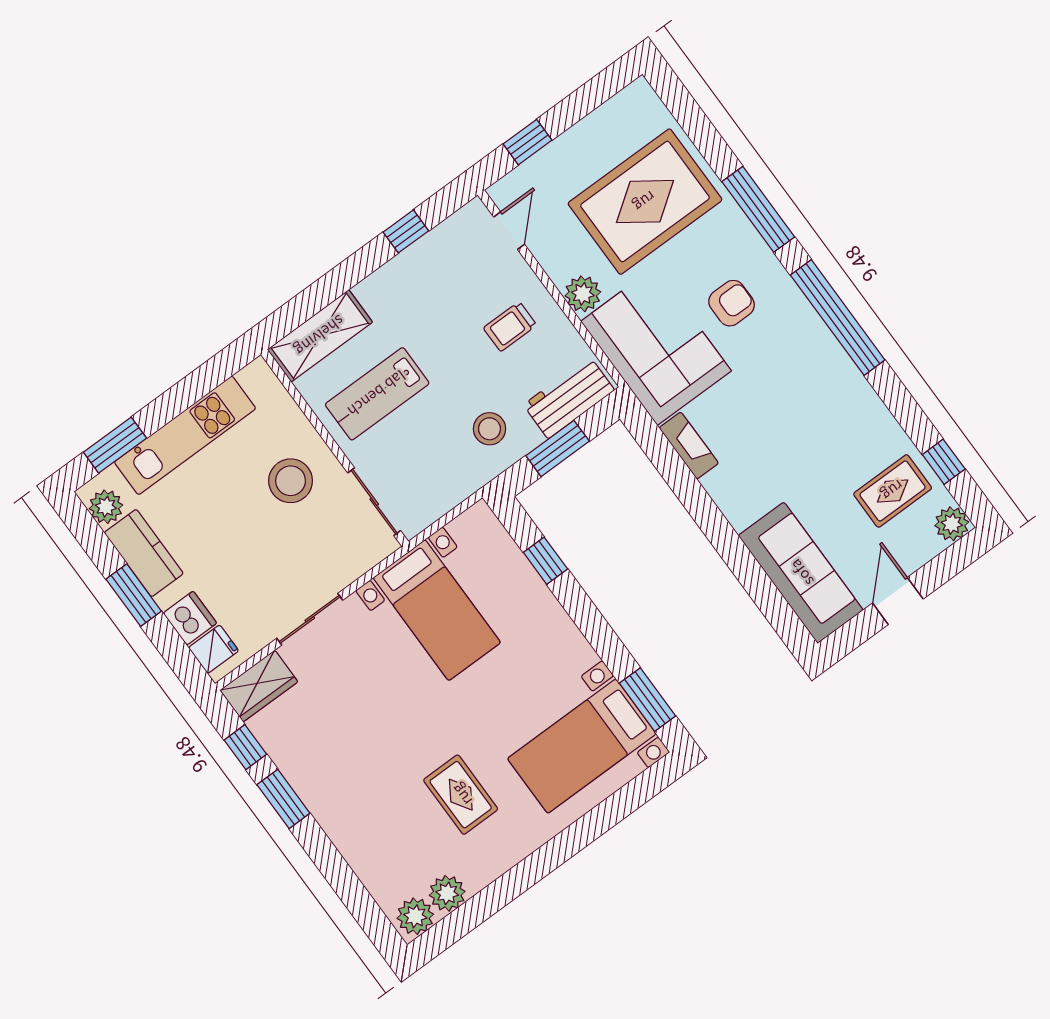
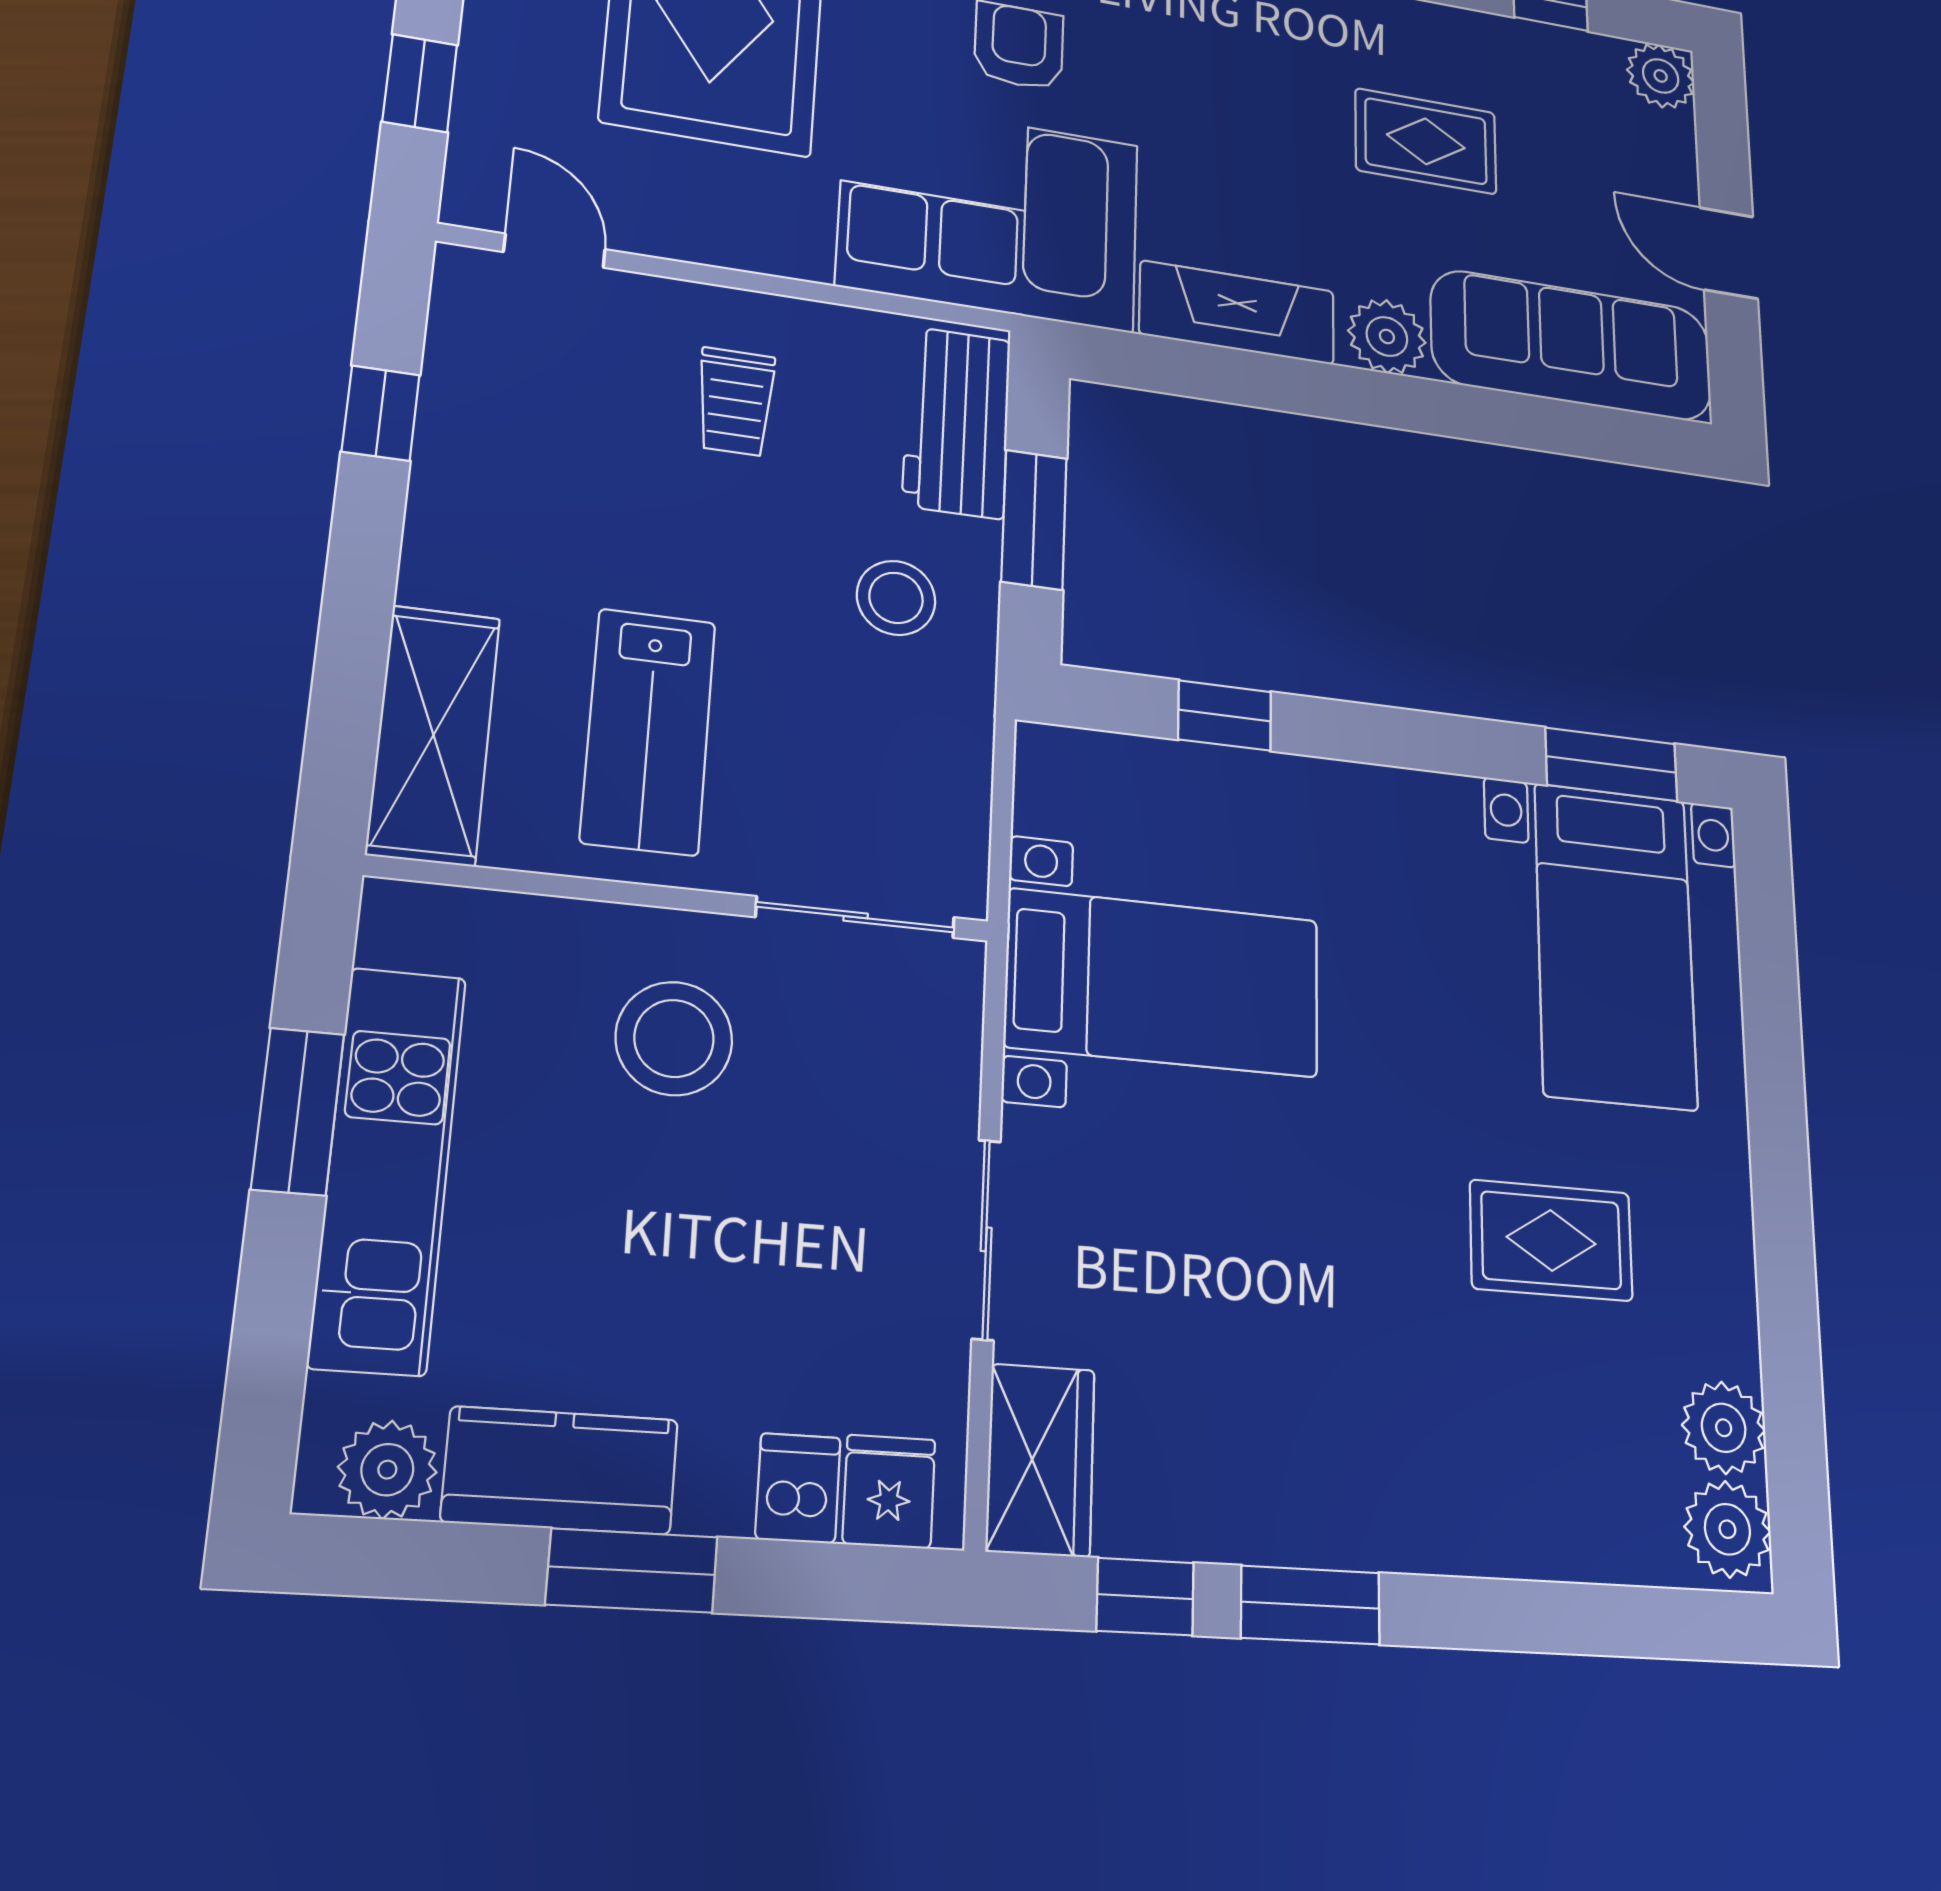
plant: (583, 294) -> (1387, 337), moved
window: (115, 445) -> (298, 1111), moved
fireplace: (689, 445) -> (1237, 313), width x1.37, depth x1.32
rug: (893, 491) -> (1426, 141), moved, turned 90
dishwasher: (190, 618) -> (798, 1488), width x0.73

